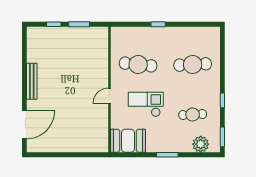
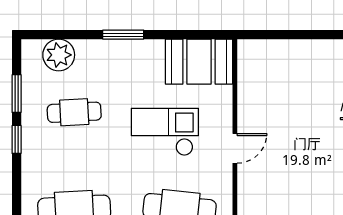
checkout: (146, 104) -> (165, 132), turned 180
window: (222, 137) -> (17, 94), moved

